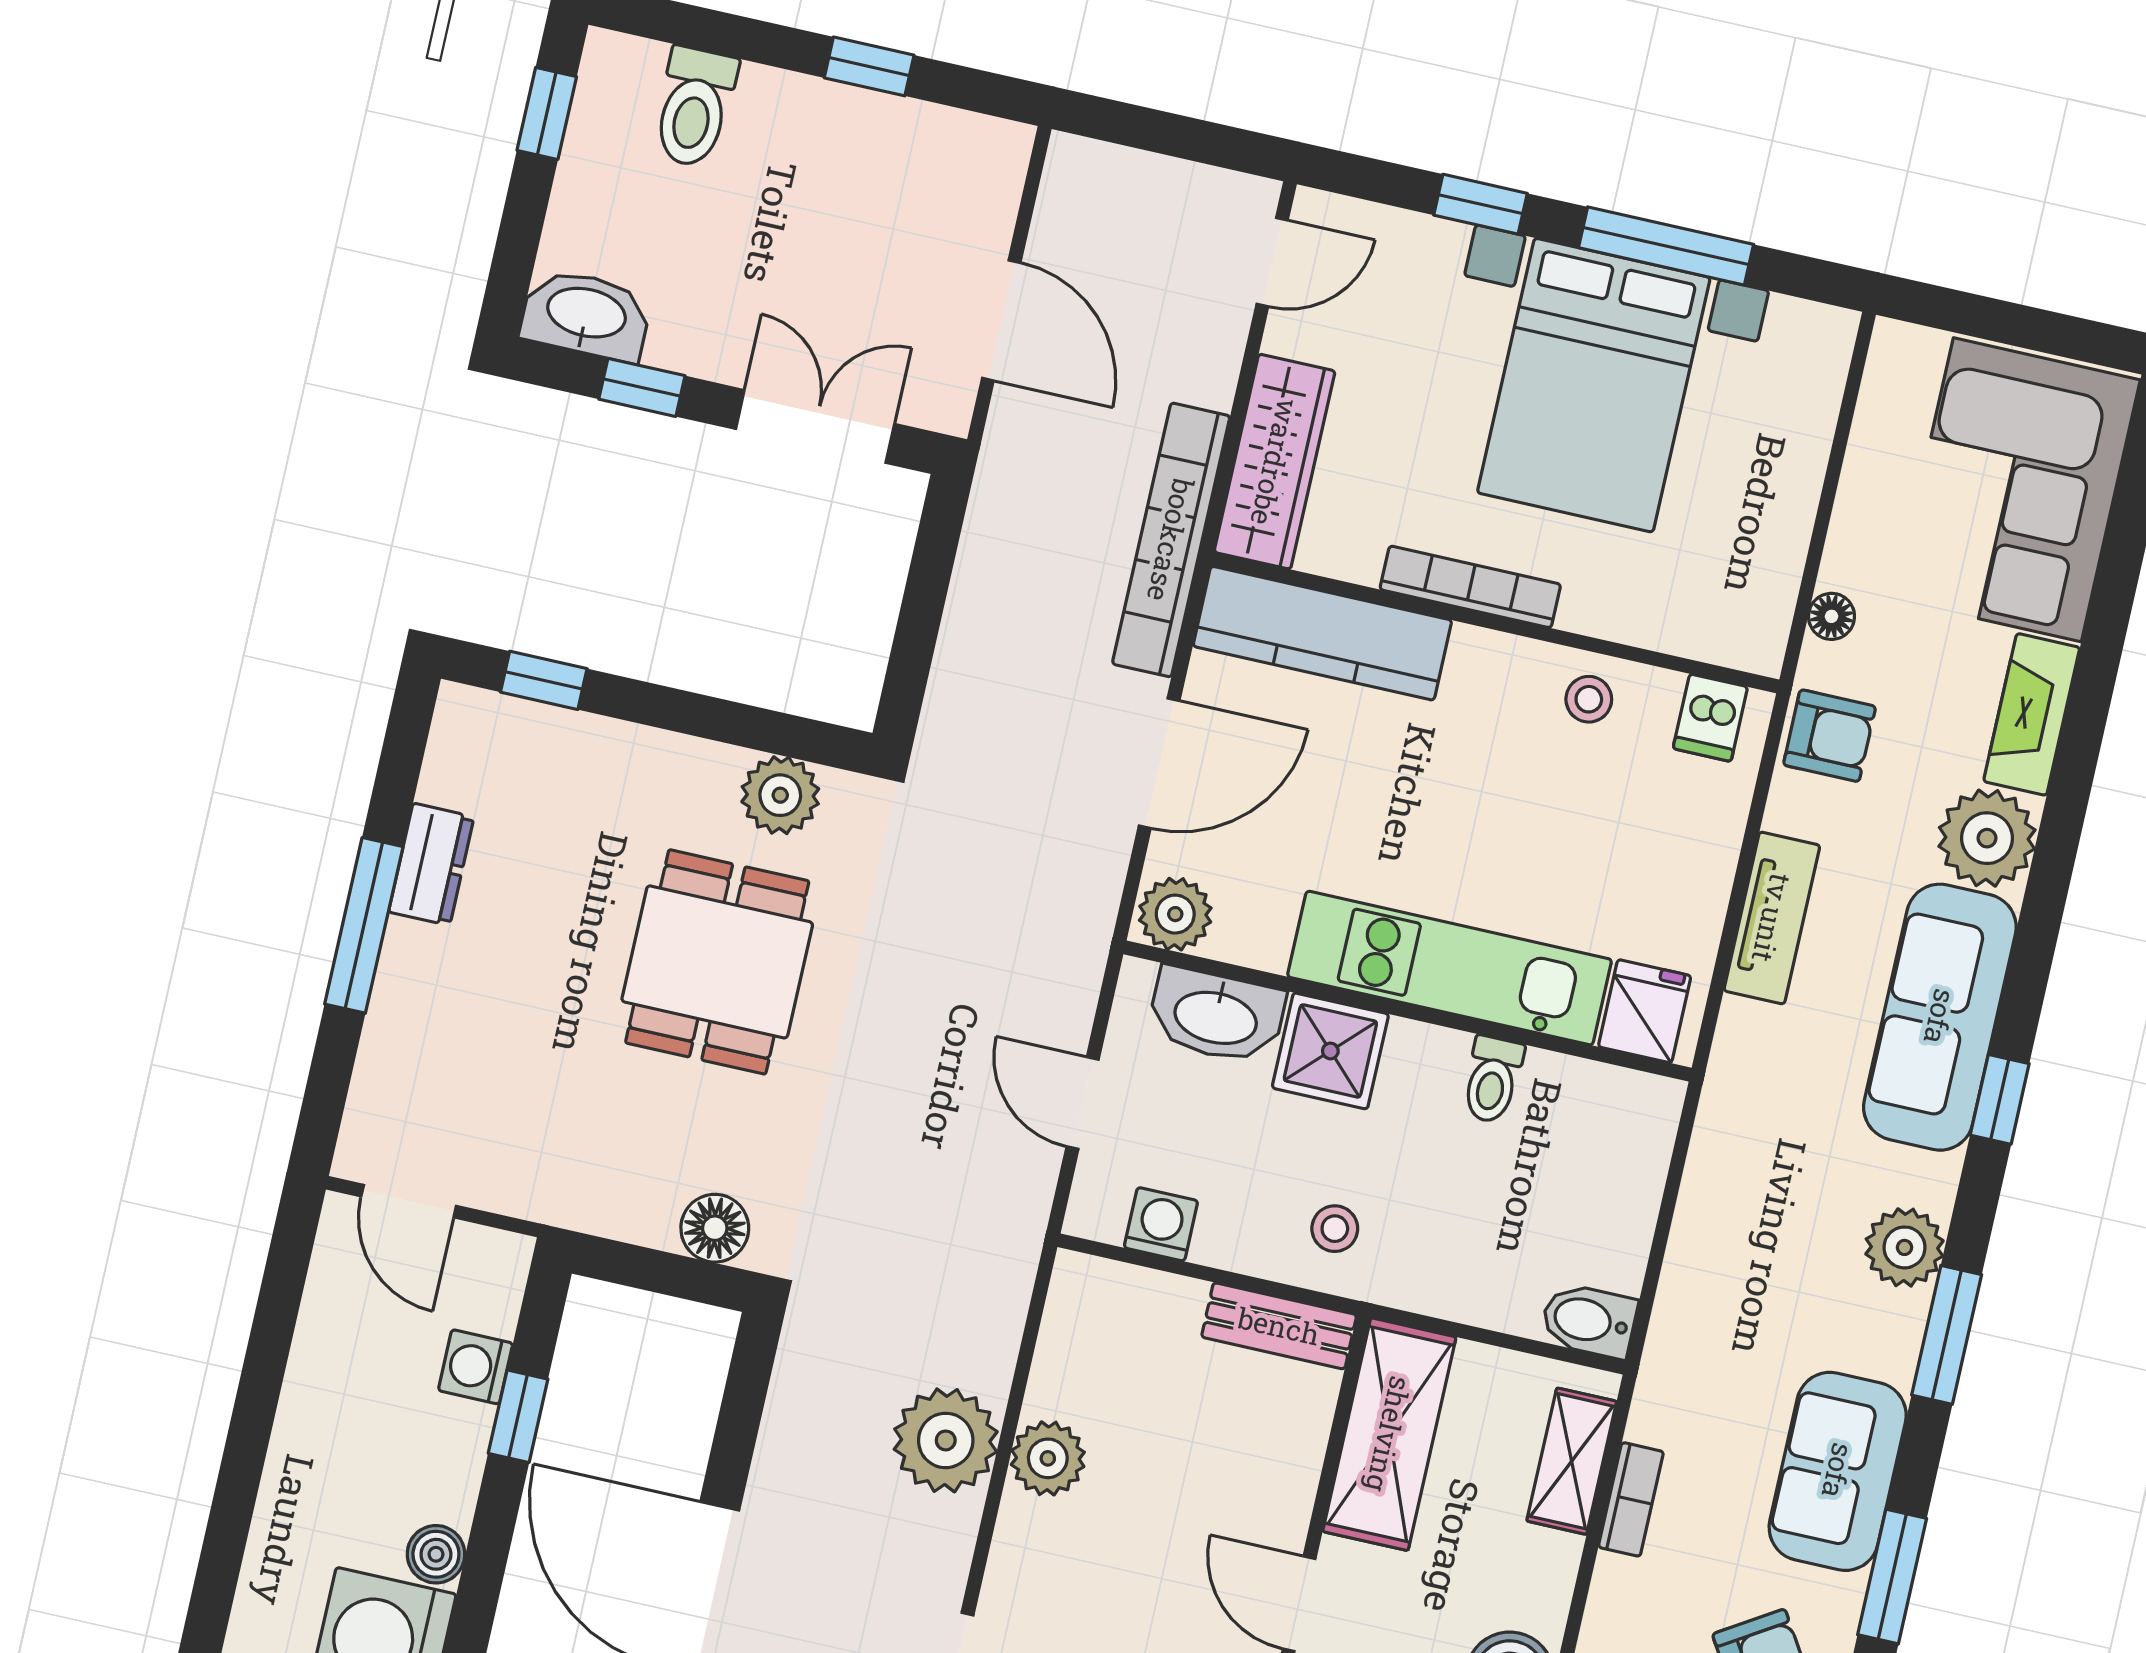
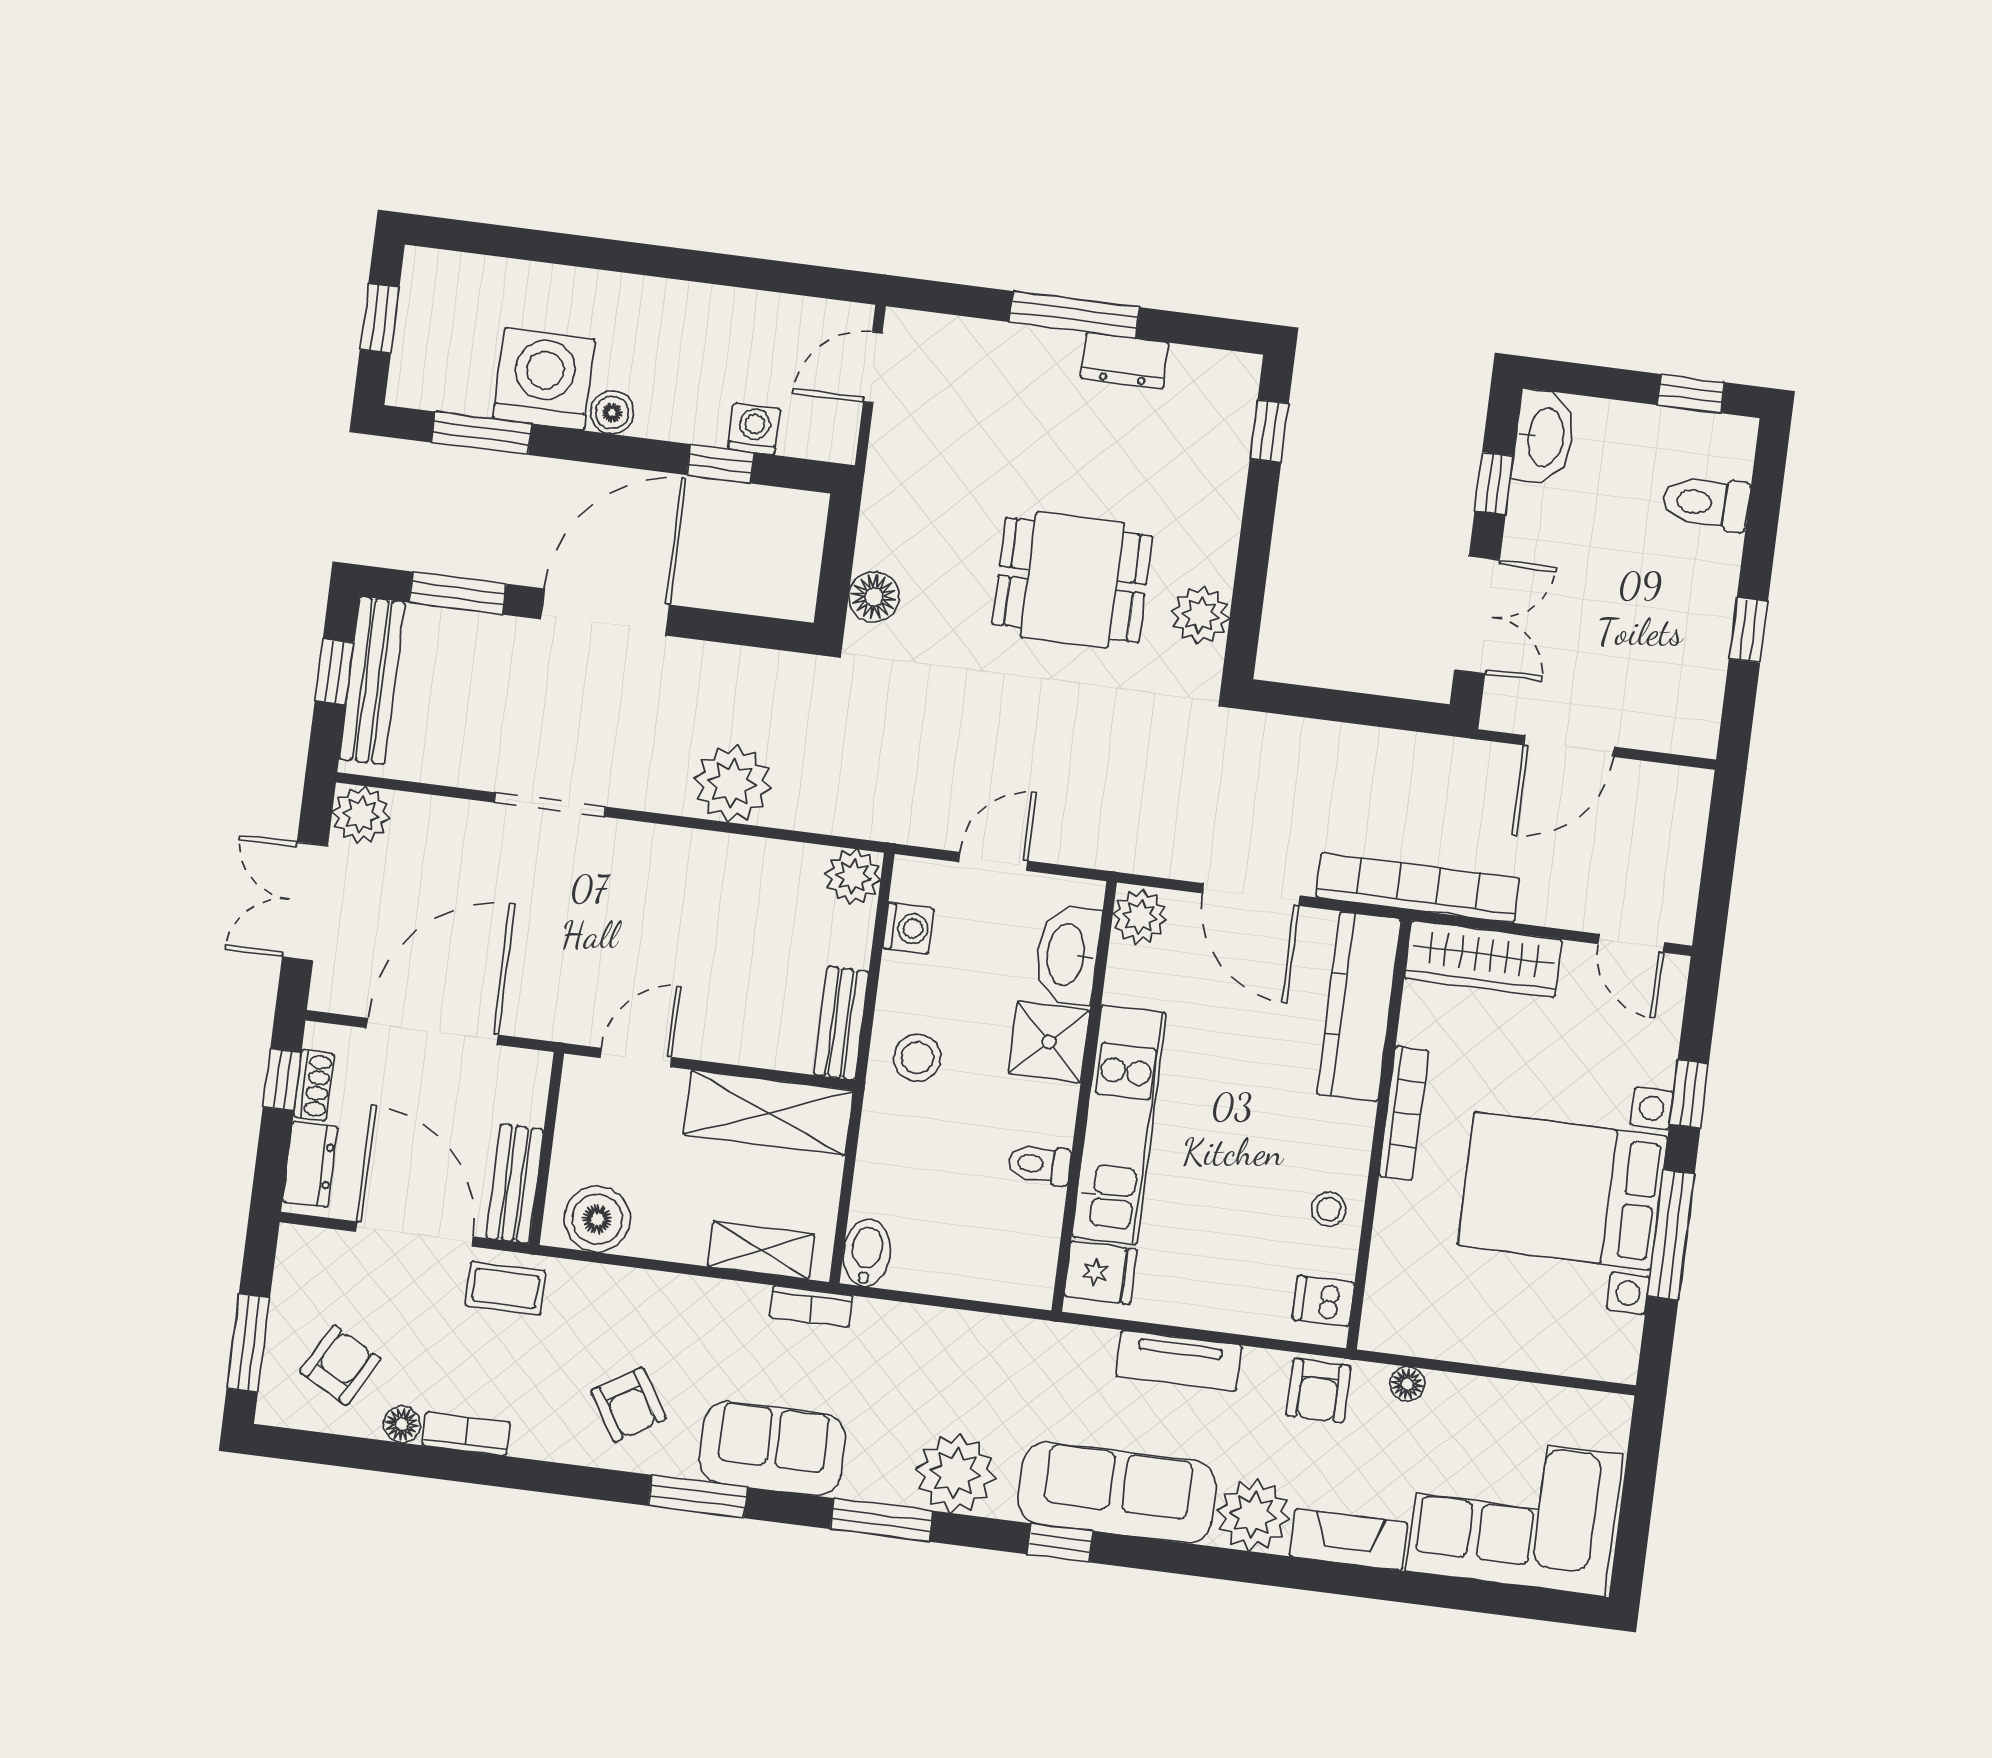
stool: (1335, 1229) -> (917, 1058), width x1.37, depth x1.37
plant: (1905, 1247) -> (955, 1473), width x1.36, depth x1.36
plant: (1048, 1458) -> (853, 877), moved
bookcase: (1631, 1499) -> (811, 1306), moved

